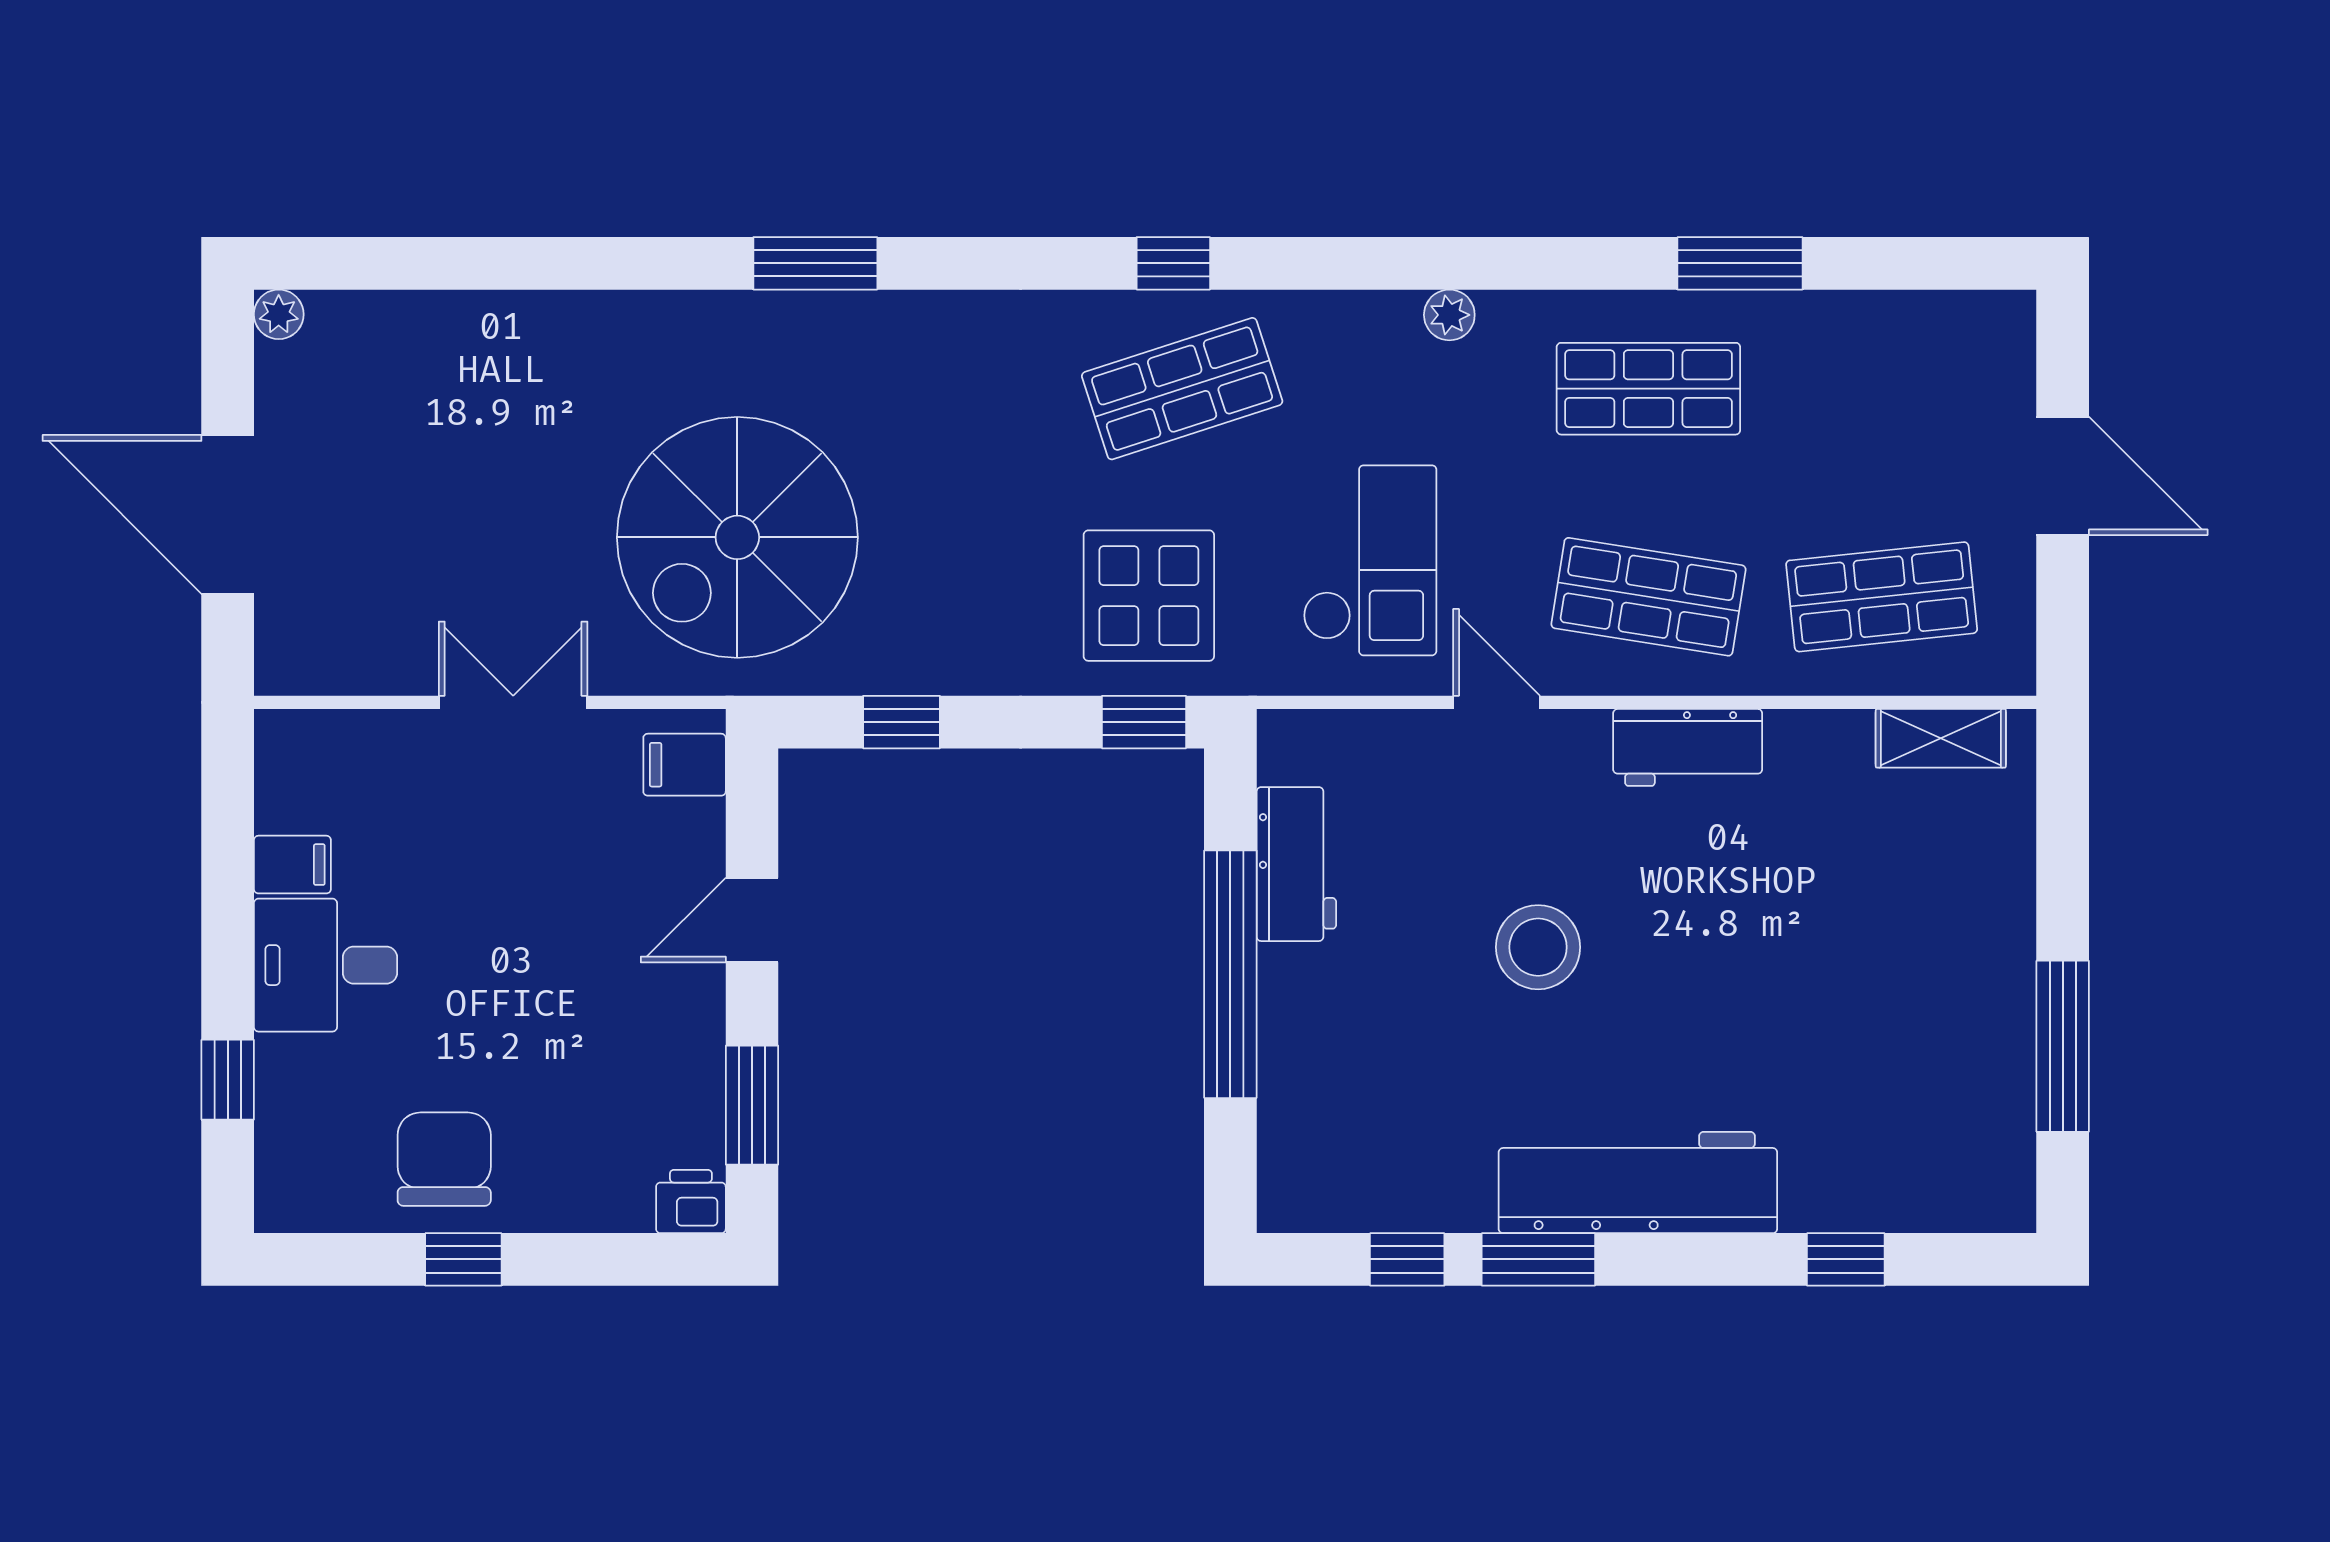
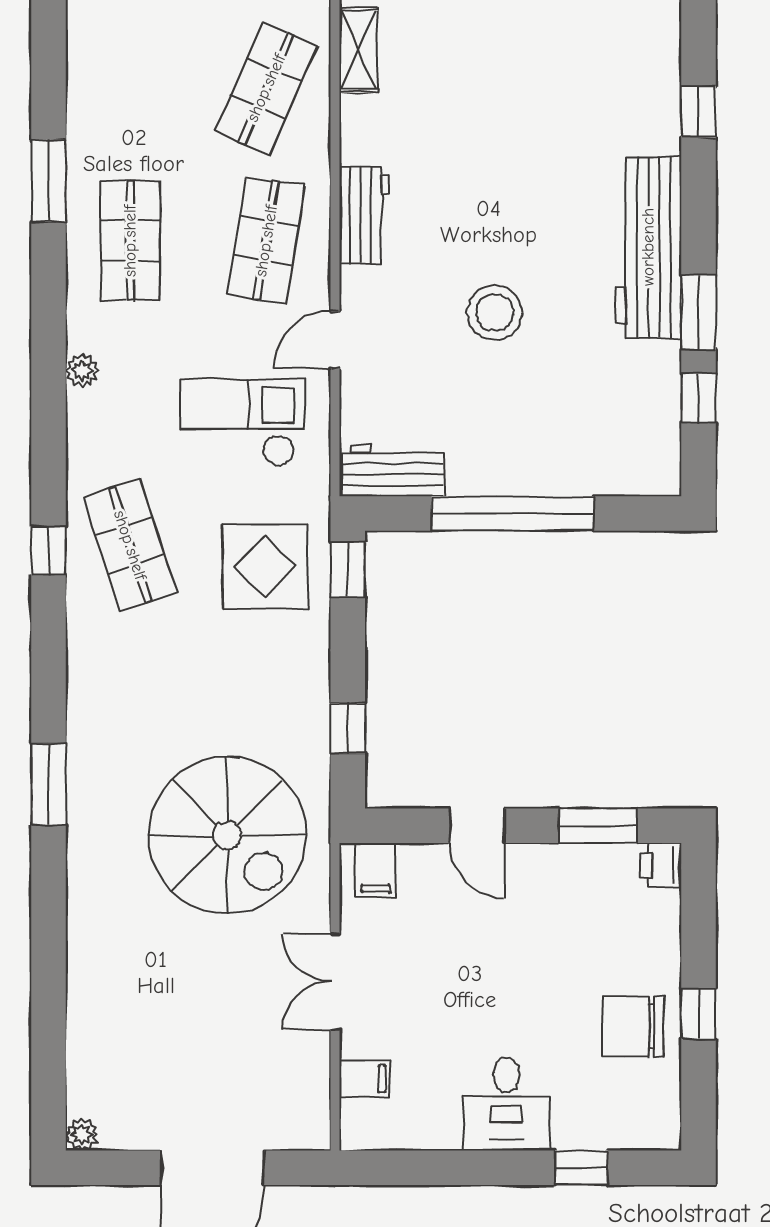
shop shelf: (1882, 597) -> (266, 88), turned 30
workbench: (1296, 864) -> (393, 470), moved
filing cabinet: (292, 865) -> (364, 1079), moved, turned 90

